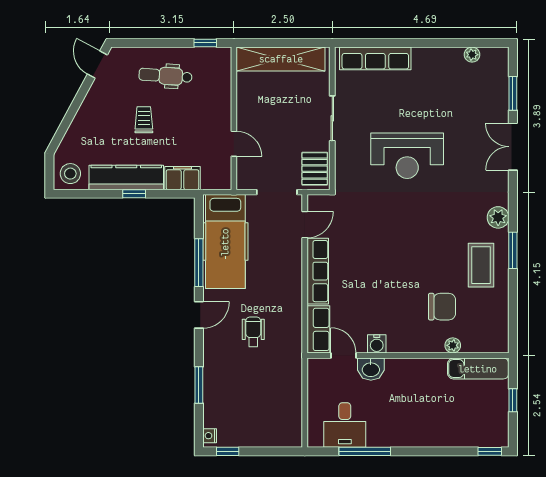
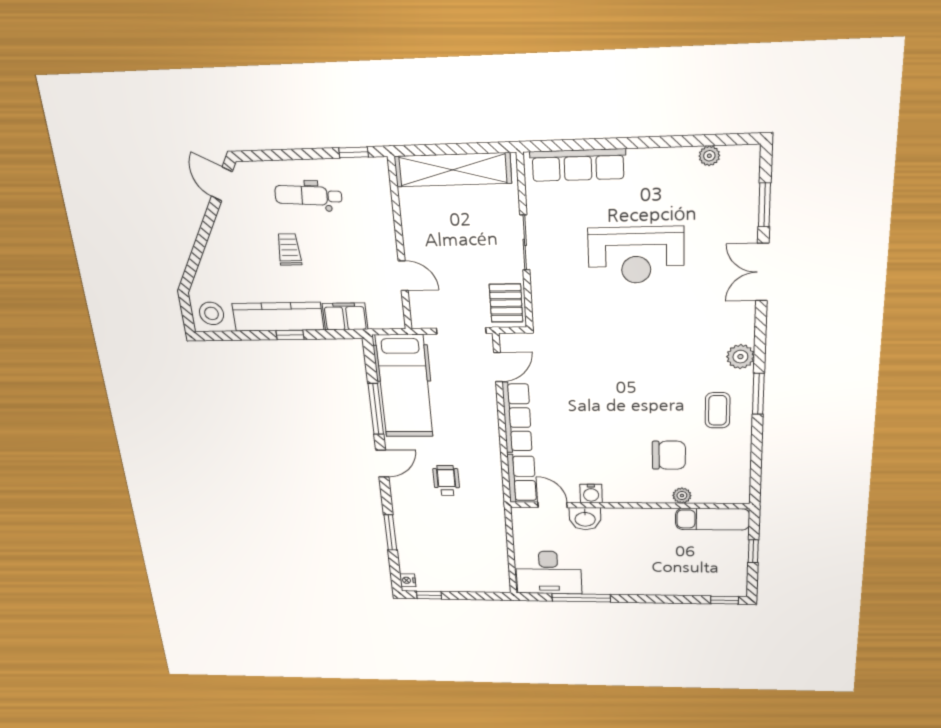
reception desk: (407, 156) -> (636, 255), moved
coffee table: (481, 265) -> (718, 410), width x0.73, depth x0.77
desk: (345, 425) -> (549, 572), width x1.37

